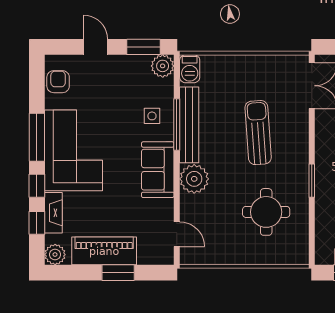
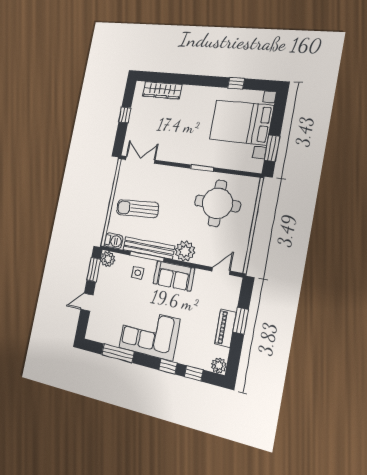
armchair: (58, 82) -> (103, 334), removed
sun lounger: (258, 133) -> (137, 209), moved
window: (37, 137) -> (118, 353), moved
round table: (266, 212) -> (217, 203), width x1.36, depth x1.36
fireplace: (53, 213) -> (189, 359), removed
piano: (104, 251) -> (225, 328), width x0.73, depth x0.75

